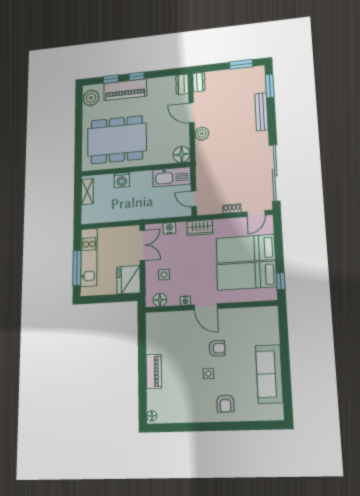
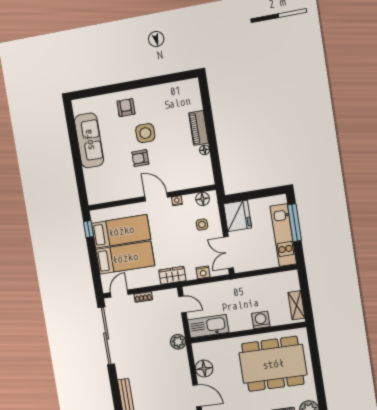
plant: (202, 134) -> (178, 342), moved
floor lamp: (182, 154) -> (204, 368), moved
side table: (208, 374) -> (145, 133), width x1.87, depth x1.87
floor lamp: (152, 416) -> (205, 150), moved

